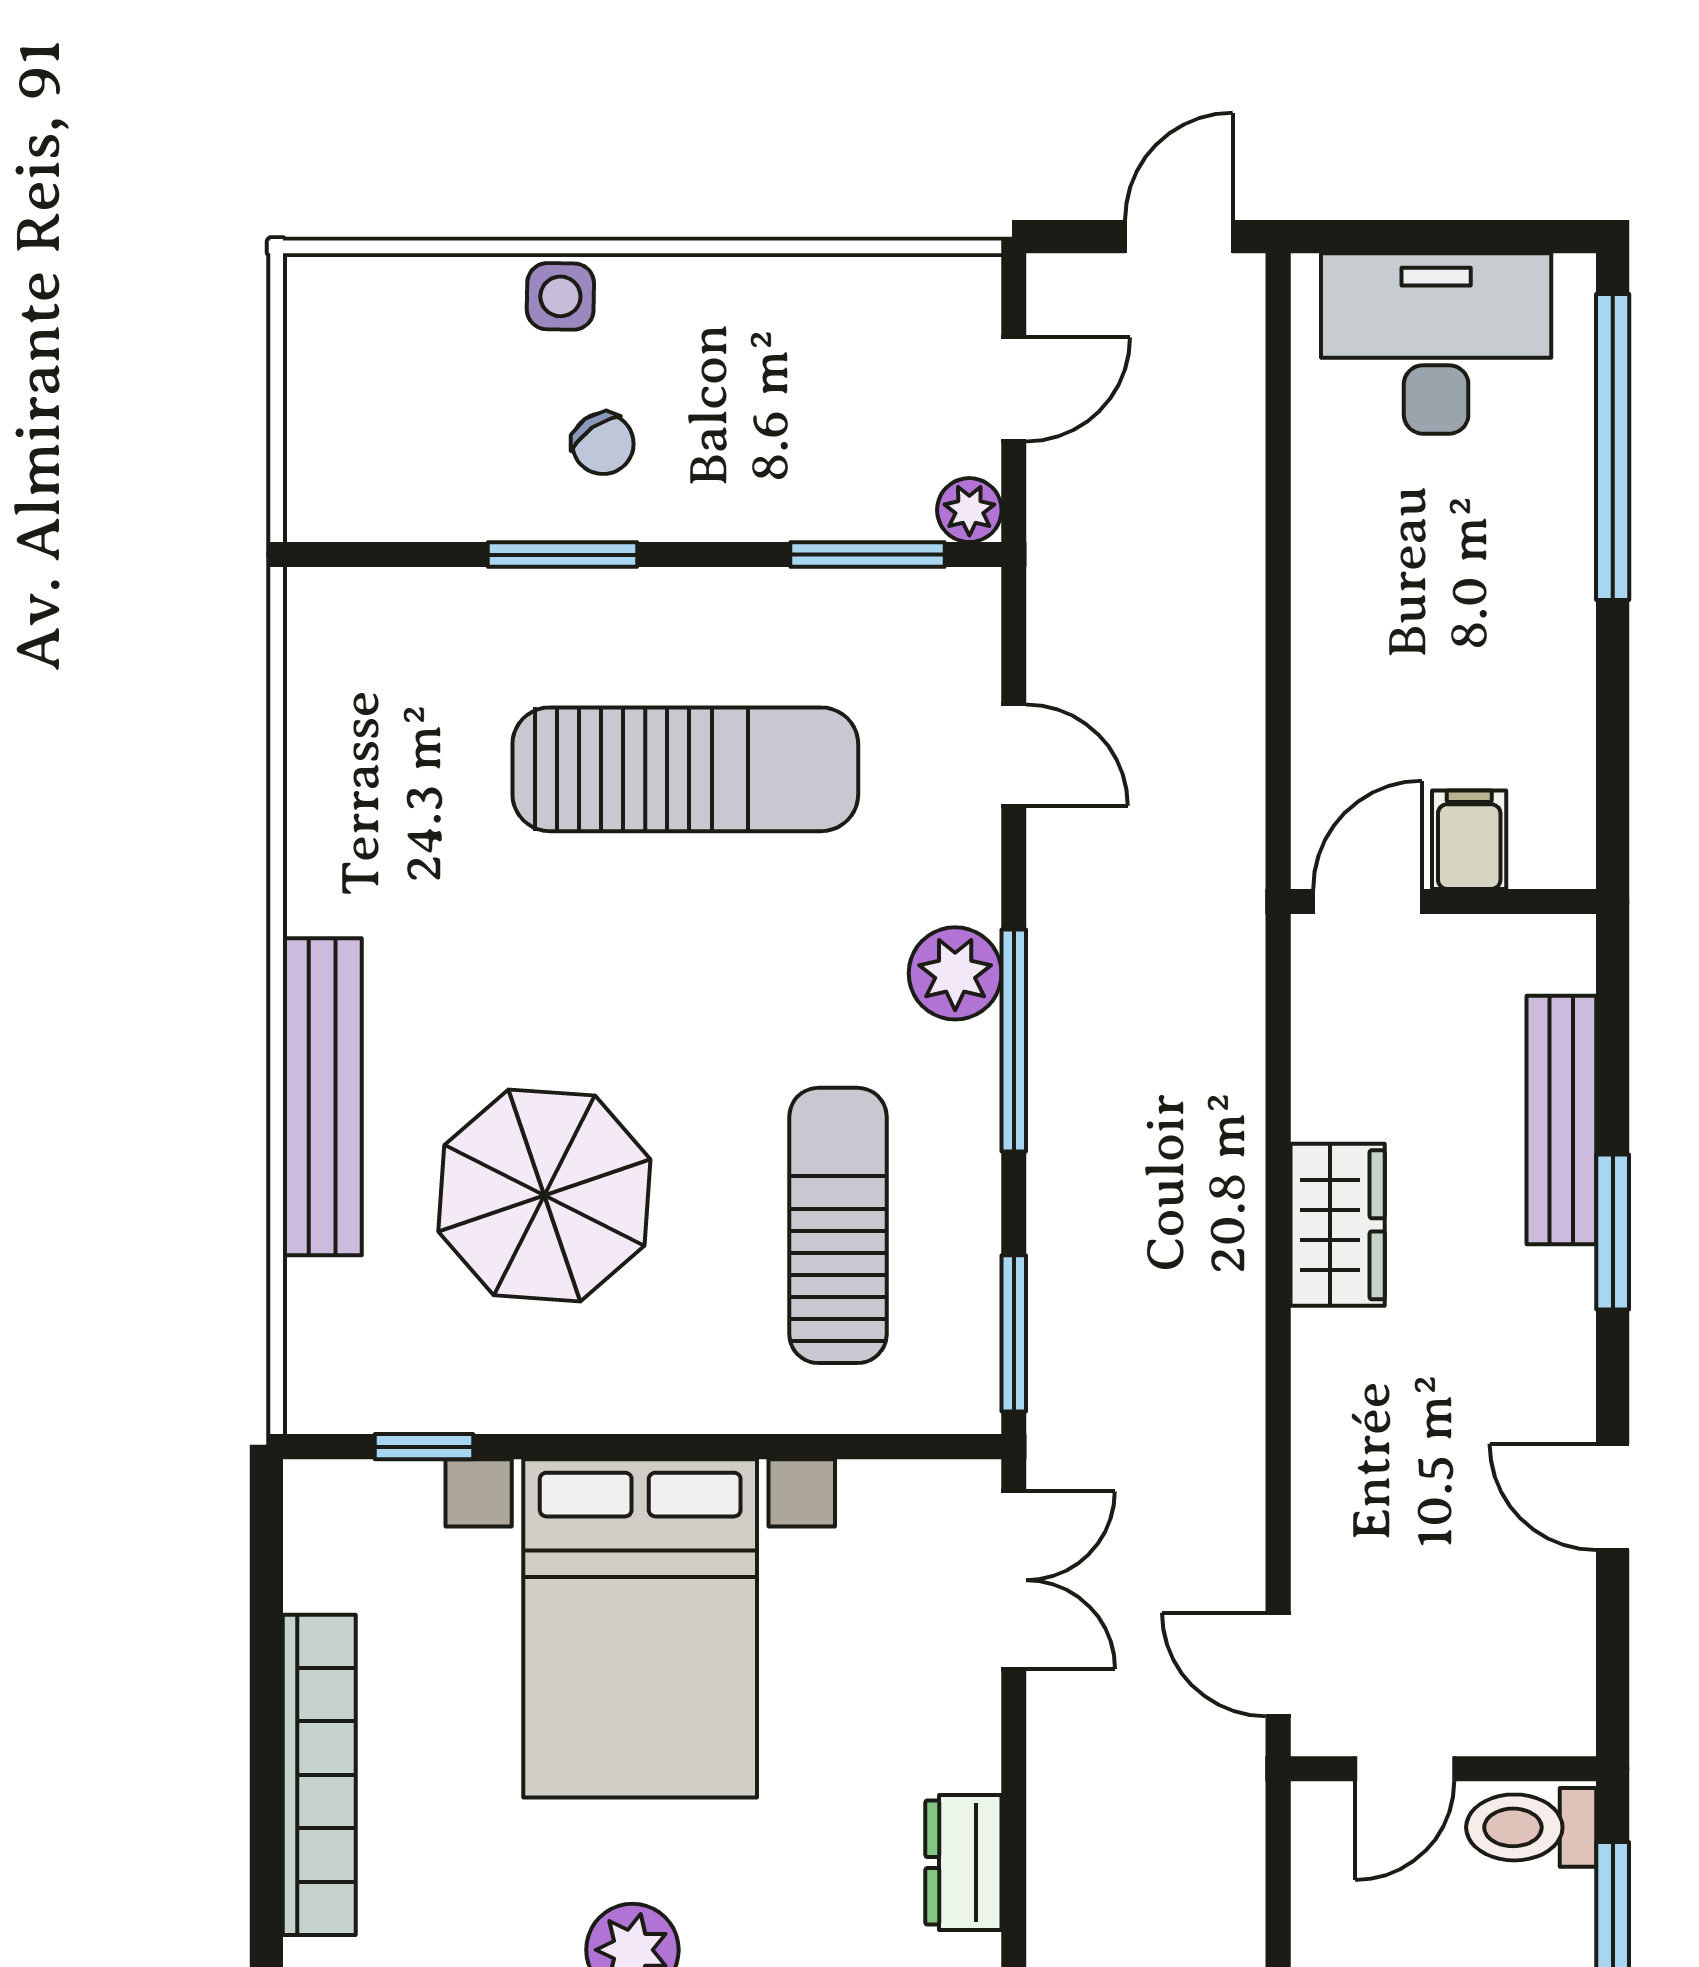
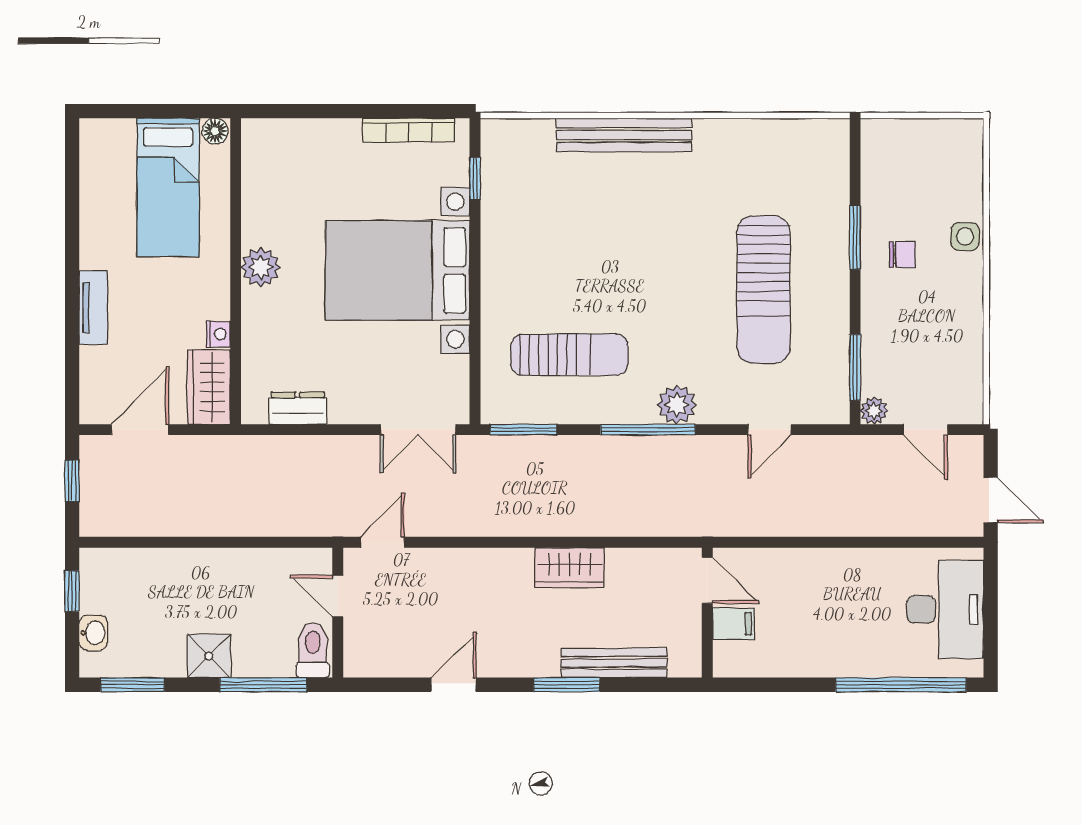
chair: (603, 444) -> (902, 255), turned -145
parasol: (544, 1195) -> (582, 230), removed
bookcase: (319, 1775) -> (409, 130), moved, width x0.68, depth x0.76

